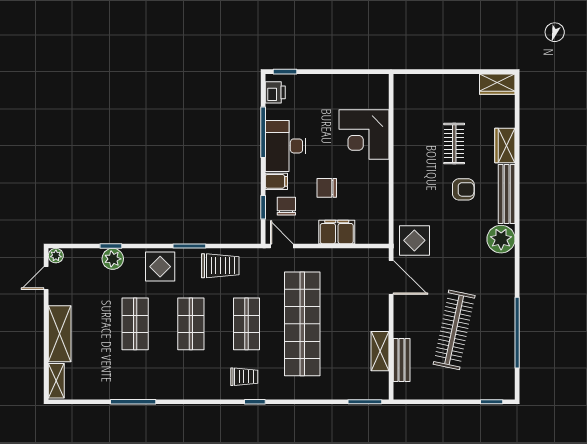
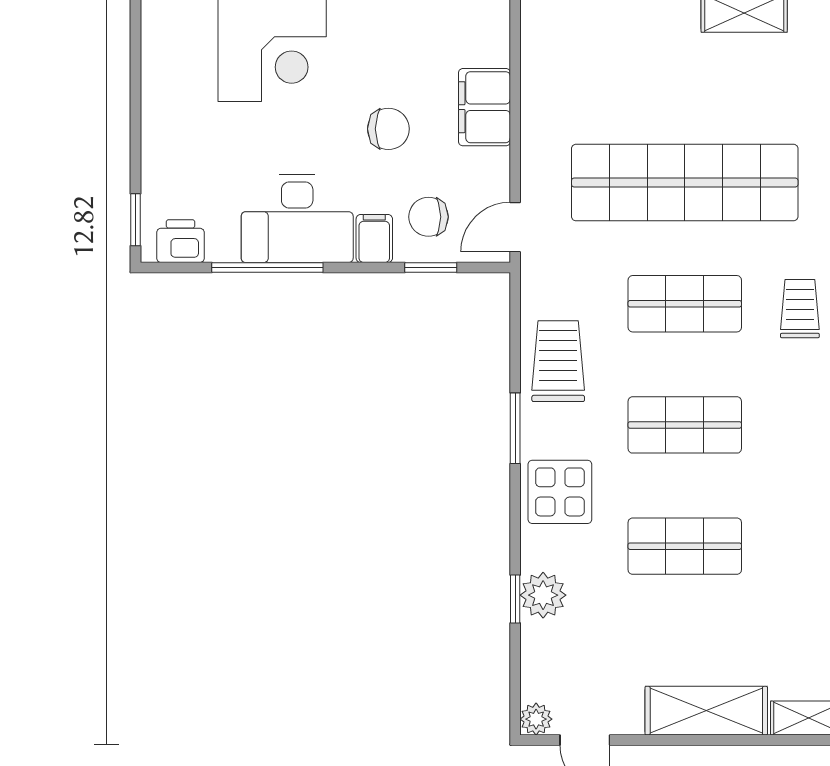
chair: (327, 188) -> (388, 129), turned -90

